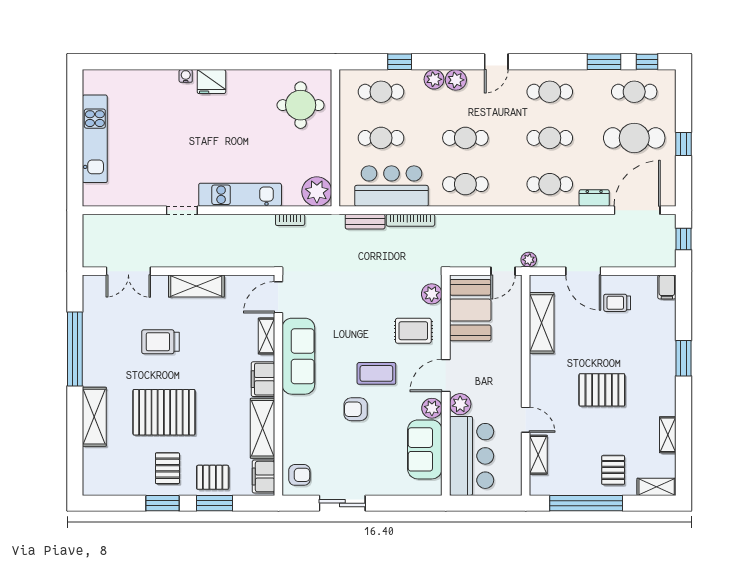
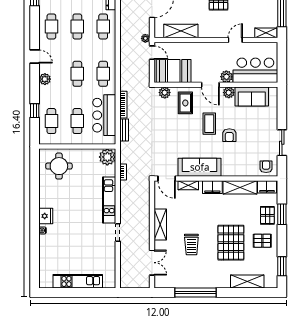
plant: (434, 79) -> (44, 91), removed
shelving: (94, 417) -> (247, 282), moved
shelving: (538, 455) -> (266, 33), moved
window: (163, 503) -> (282, 266), moved

